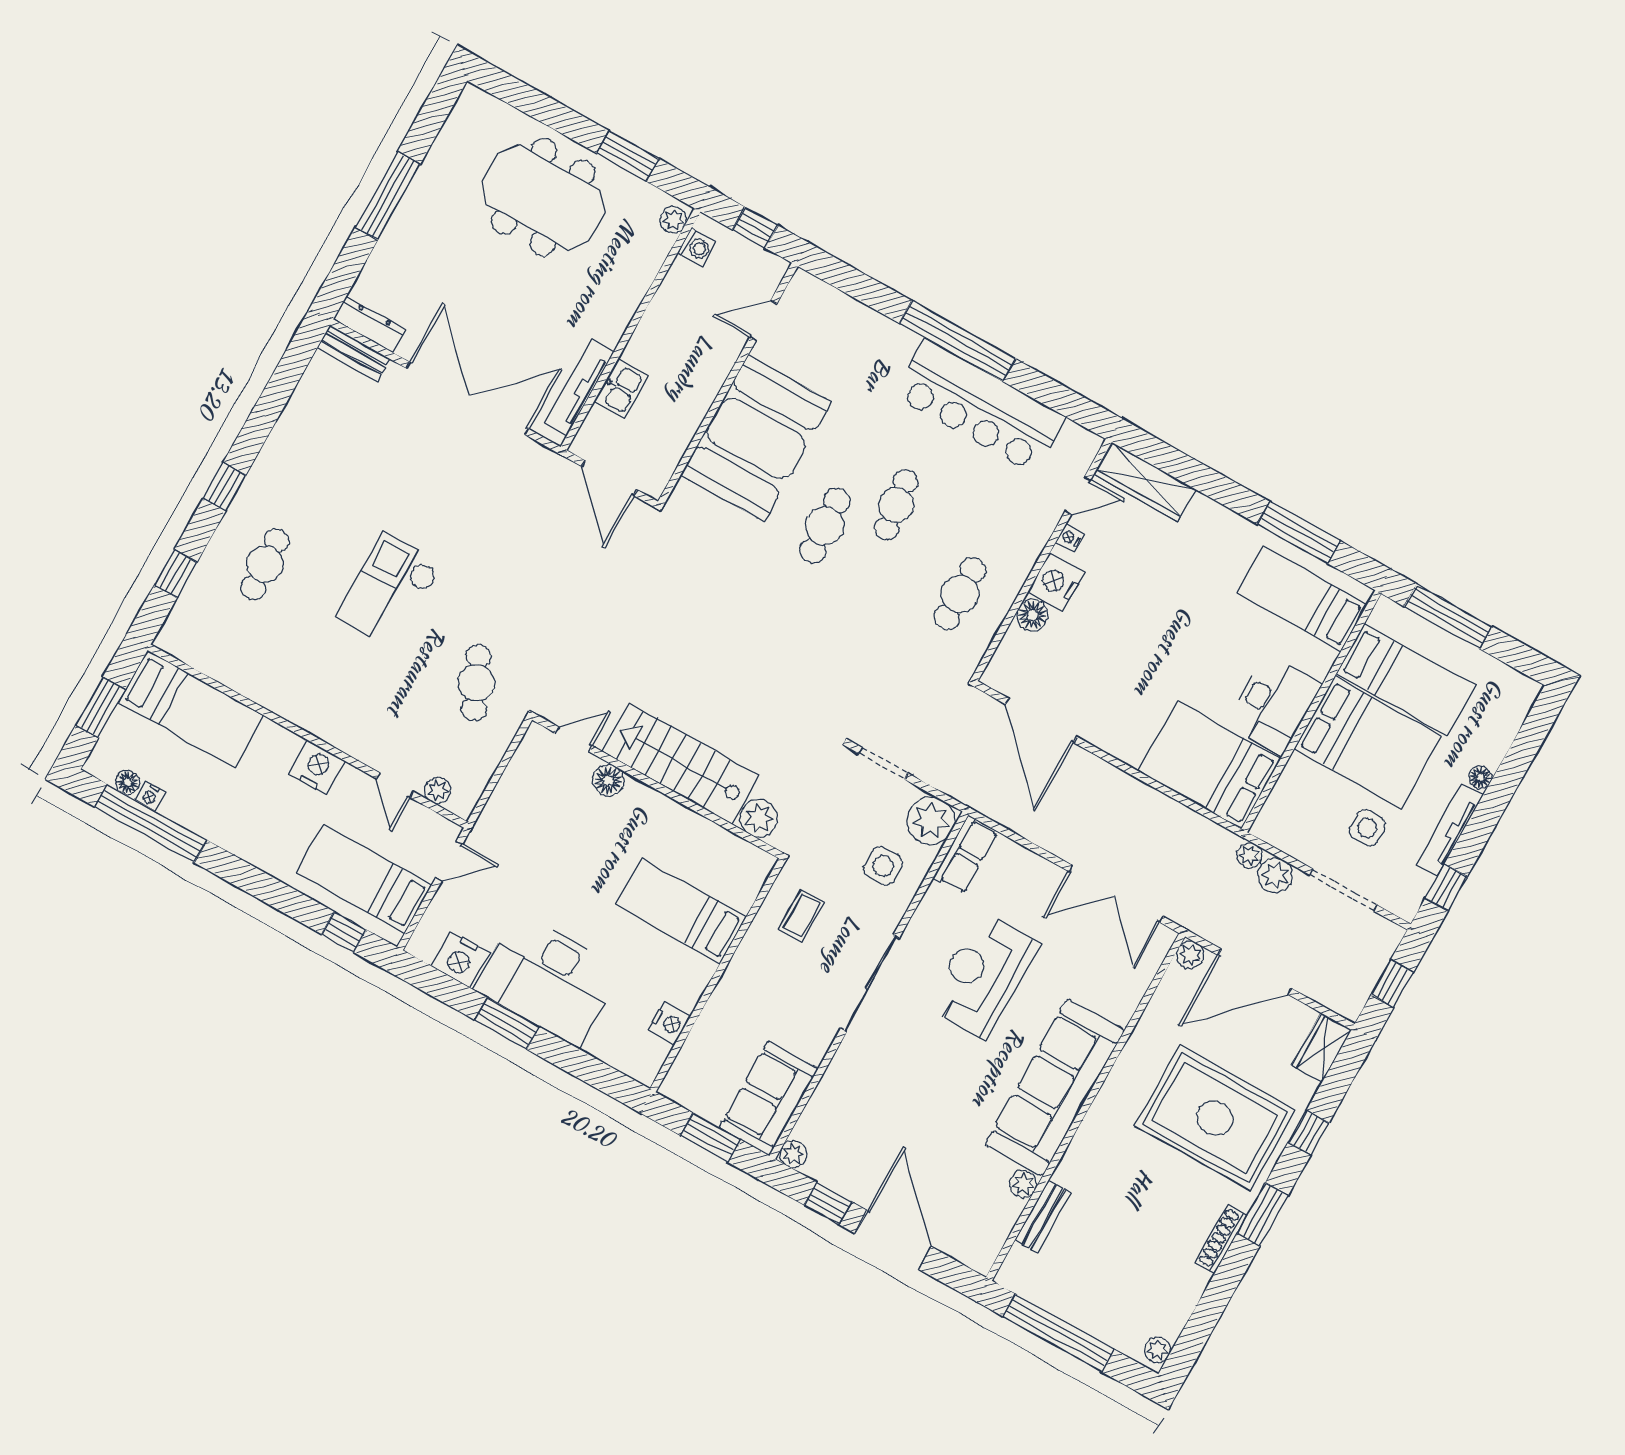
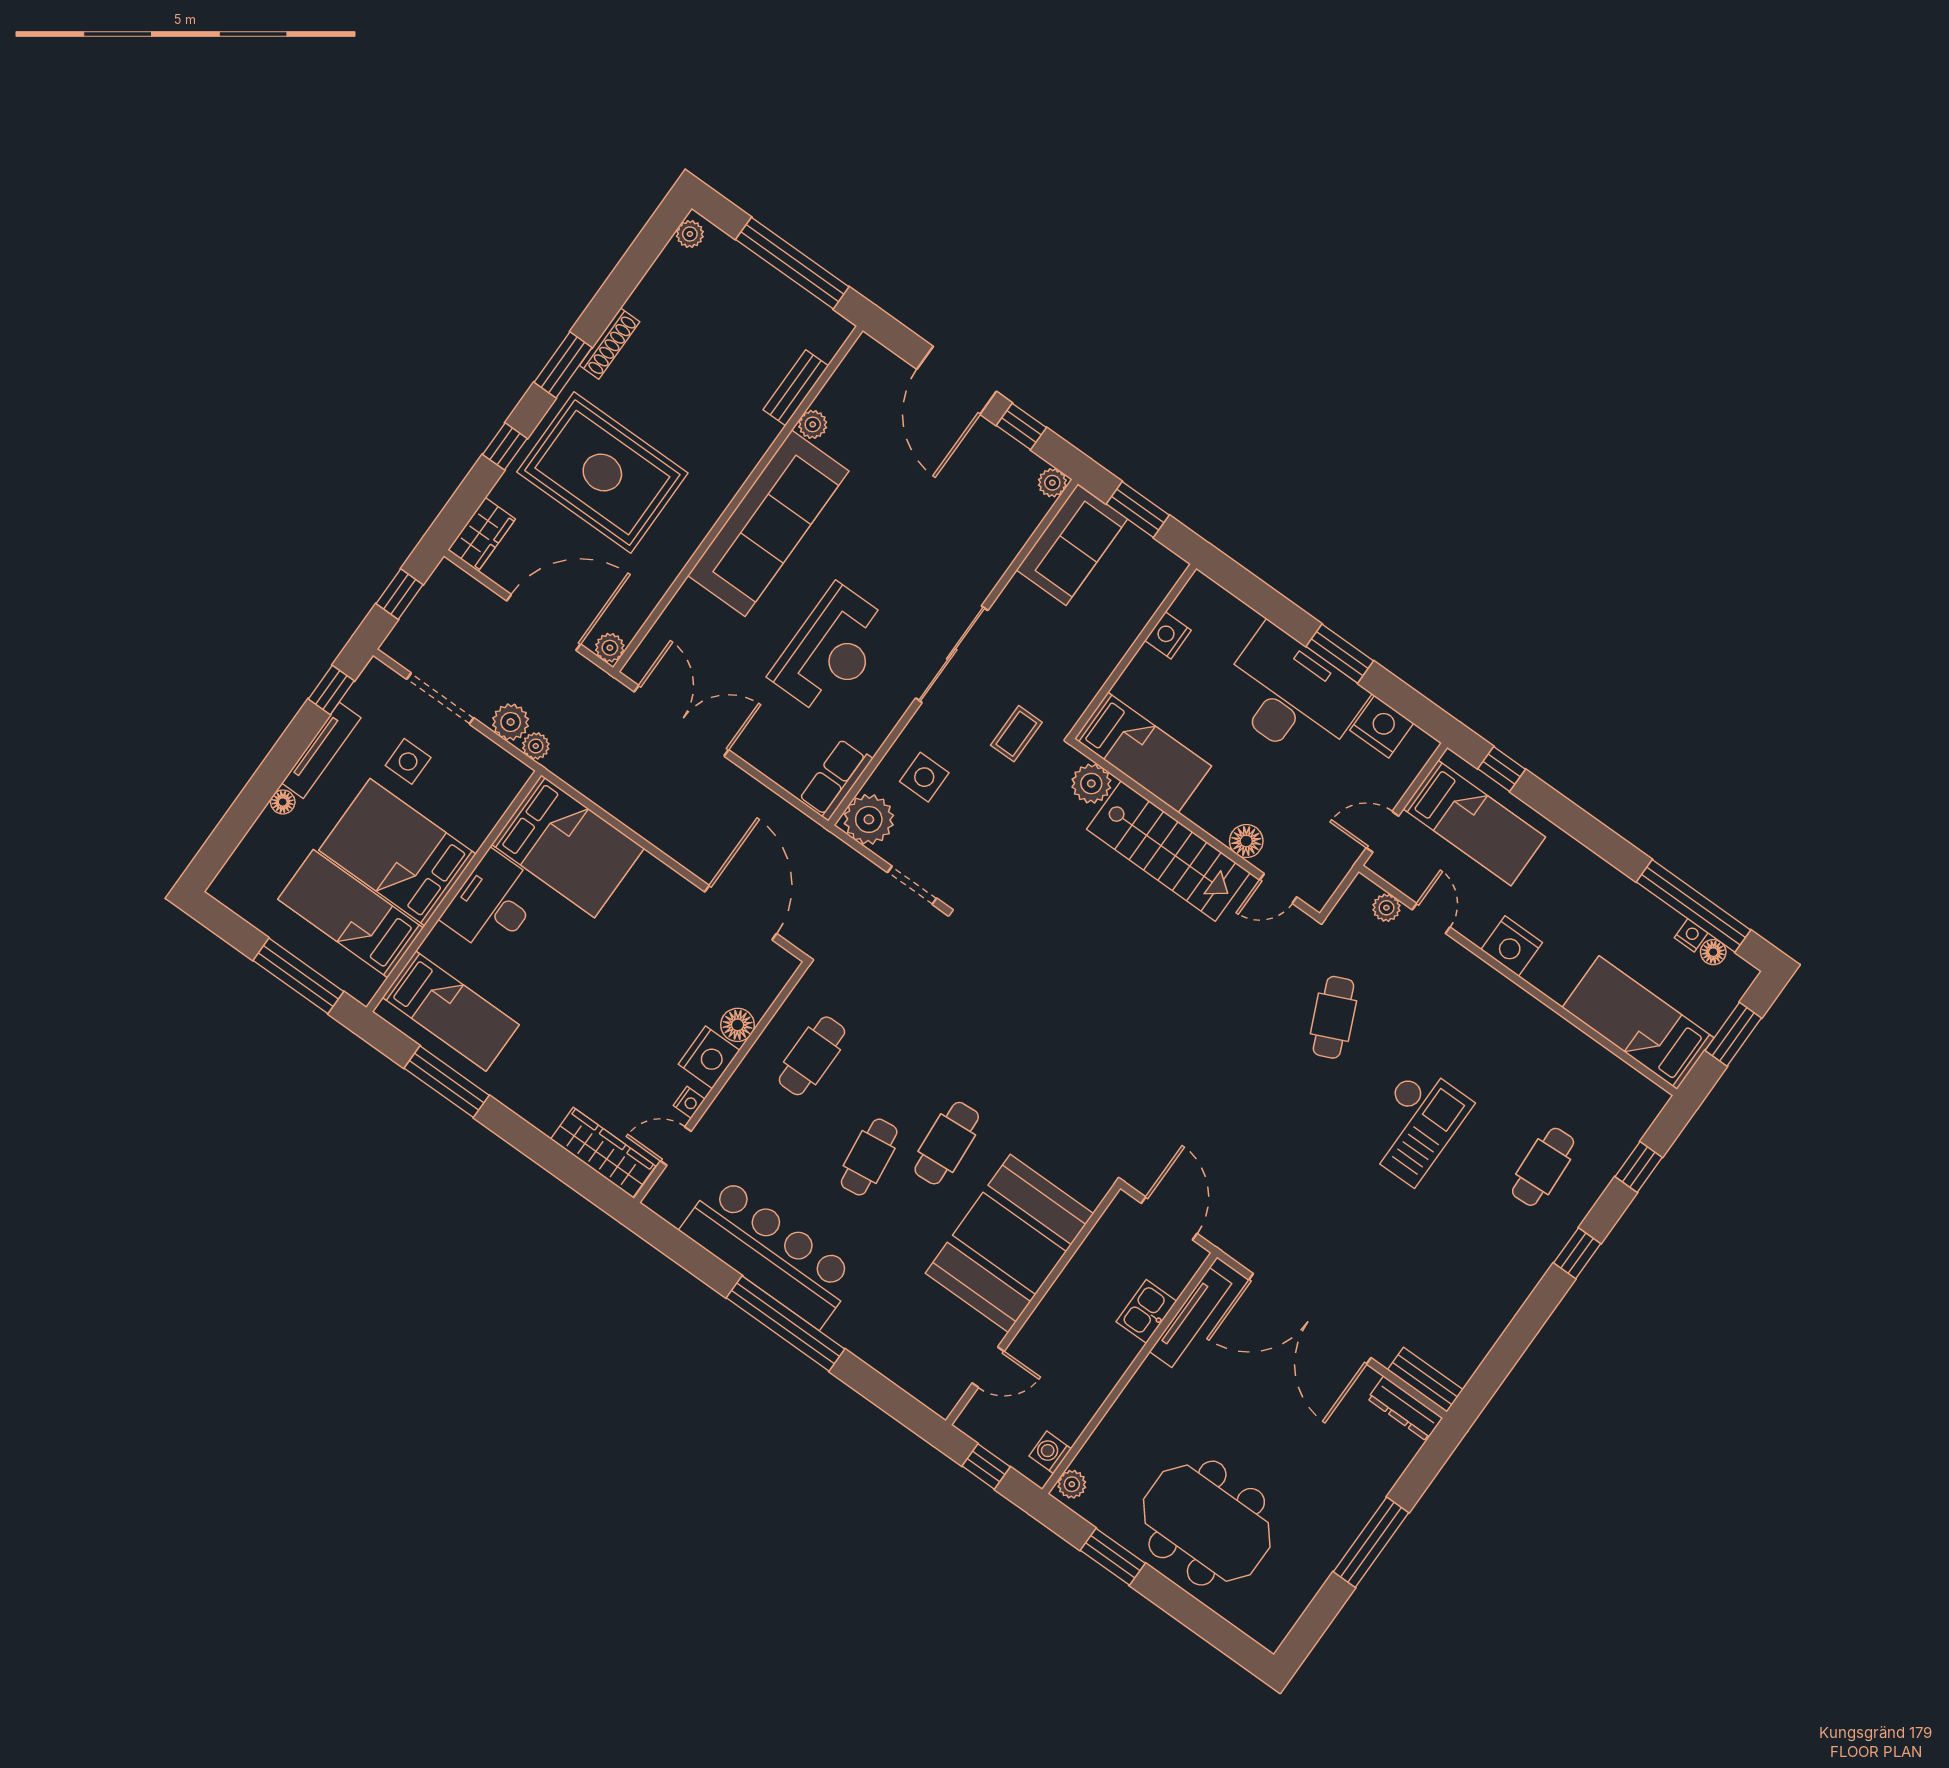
door: (574, 739) -> (1278, 888), moved
stairs: (680, 763) -> (1168, 851), moved
floor lamp: (608, 780) -> (1246, 841), moved
wall: (657, 786) -> (1195, 829), moved
plant: (759, 818) -> (1091, 784), moved

